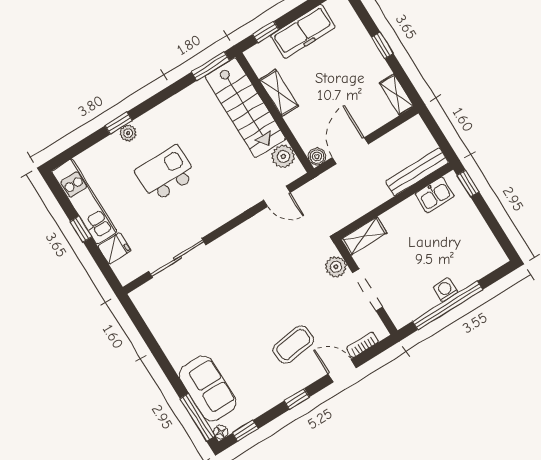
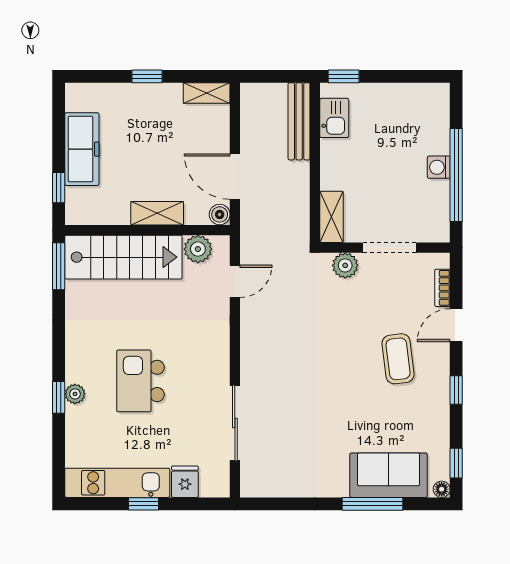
shelving: (279, 93) -> (157, 213), moved
window: (198, 417) -> (373, 504), moved

